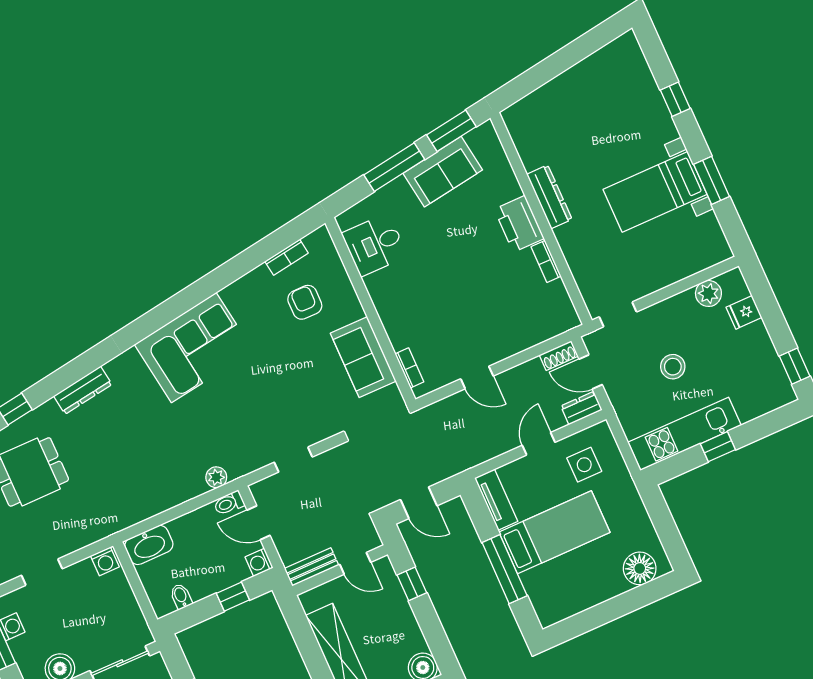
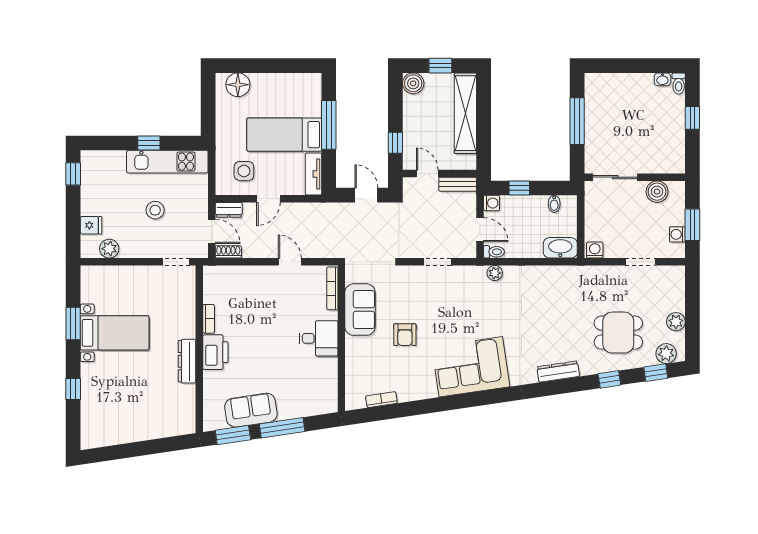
desk: (375, 245) -> (319, 338), moved
armchair: (305, 302) -> (405, 335), moved
bookcase: (409, 368) -> (332, 288), width x1.56

